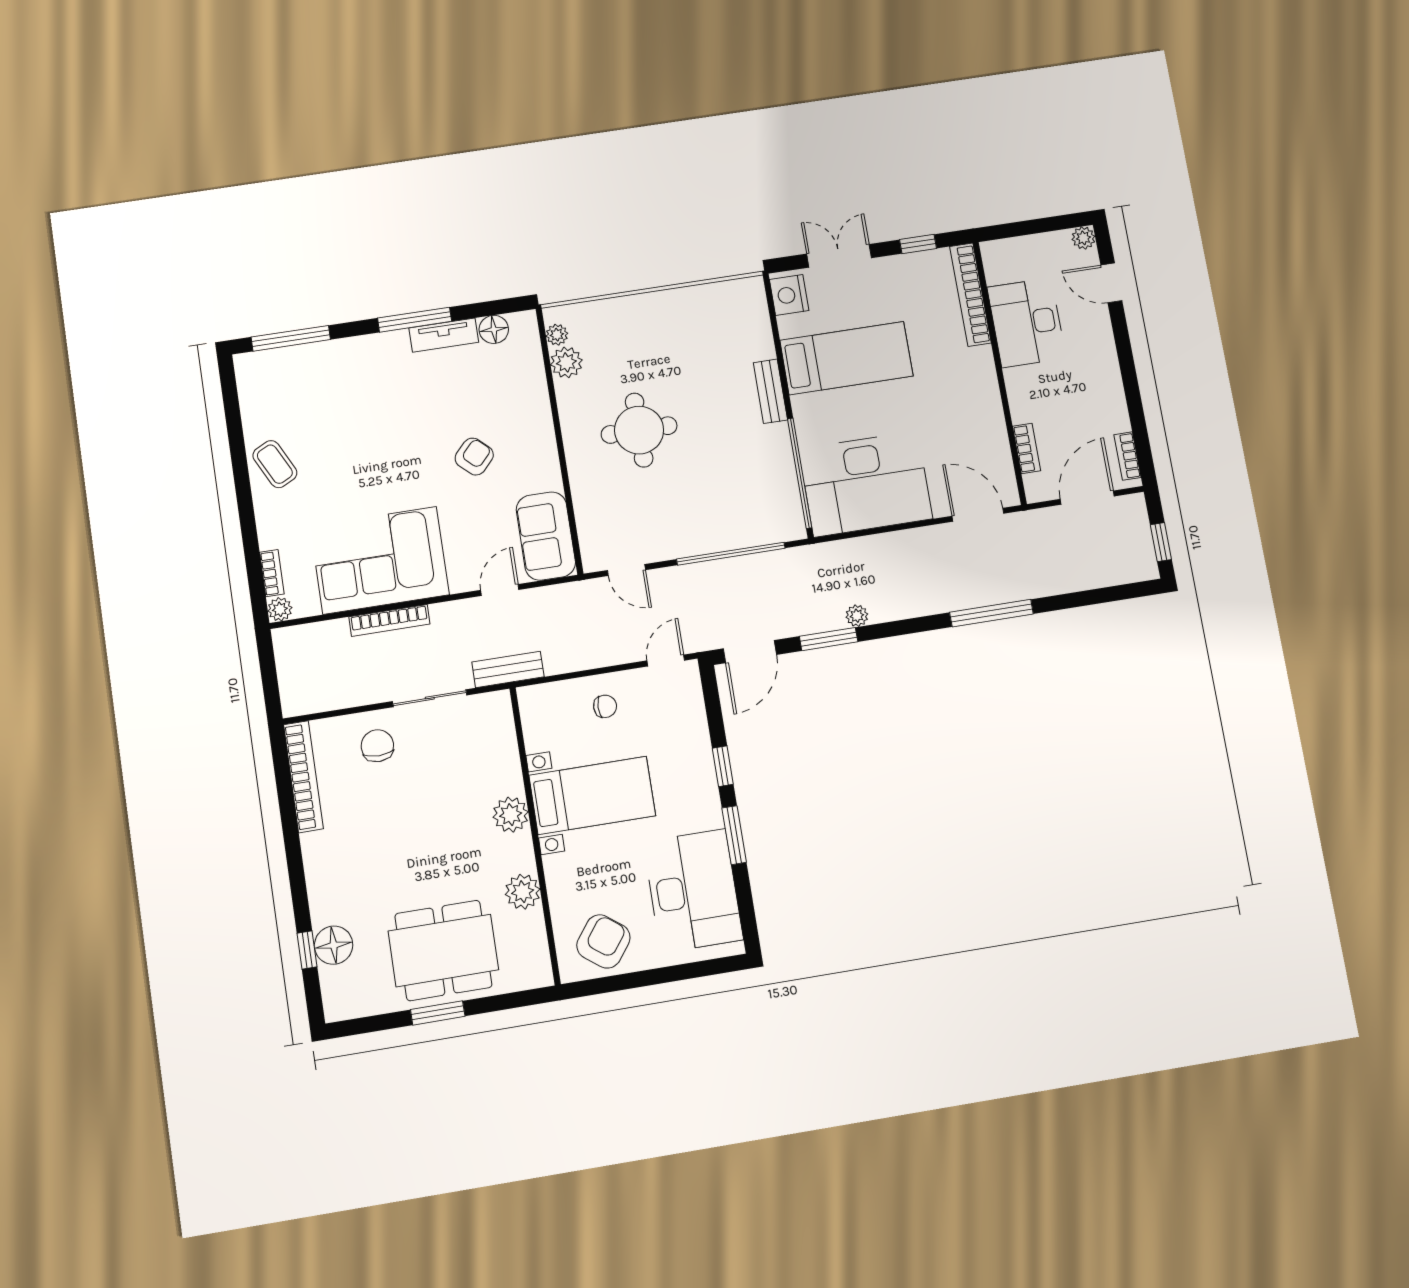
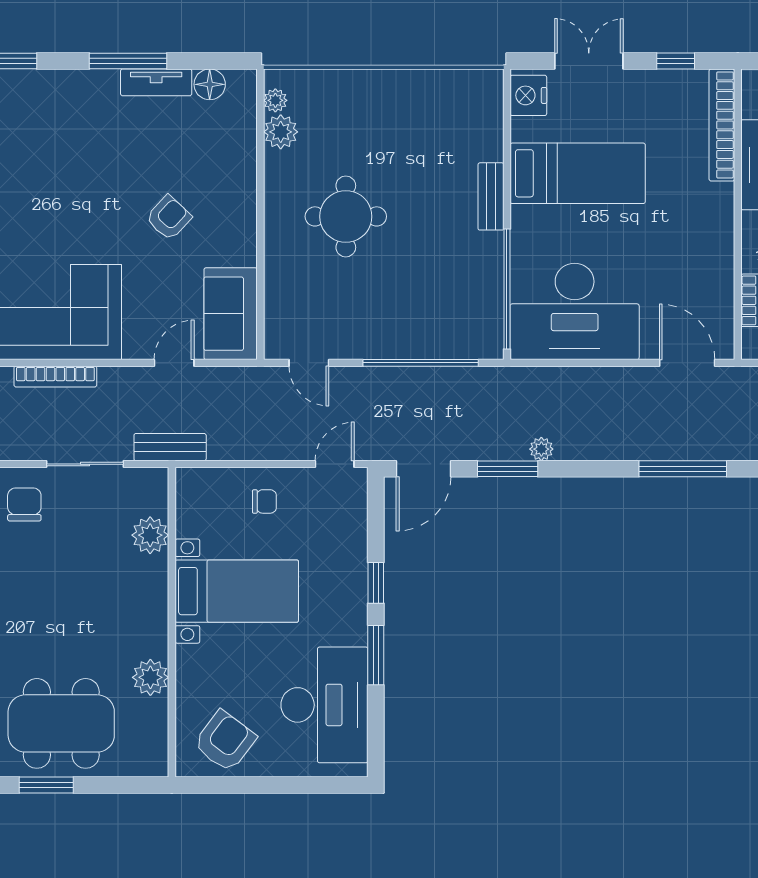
plant: (511, 815) -> (150, 535), moved

